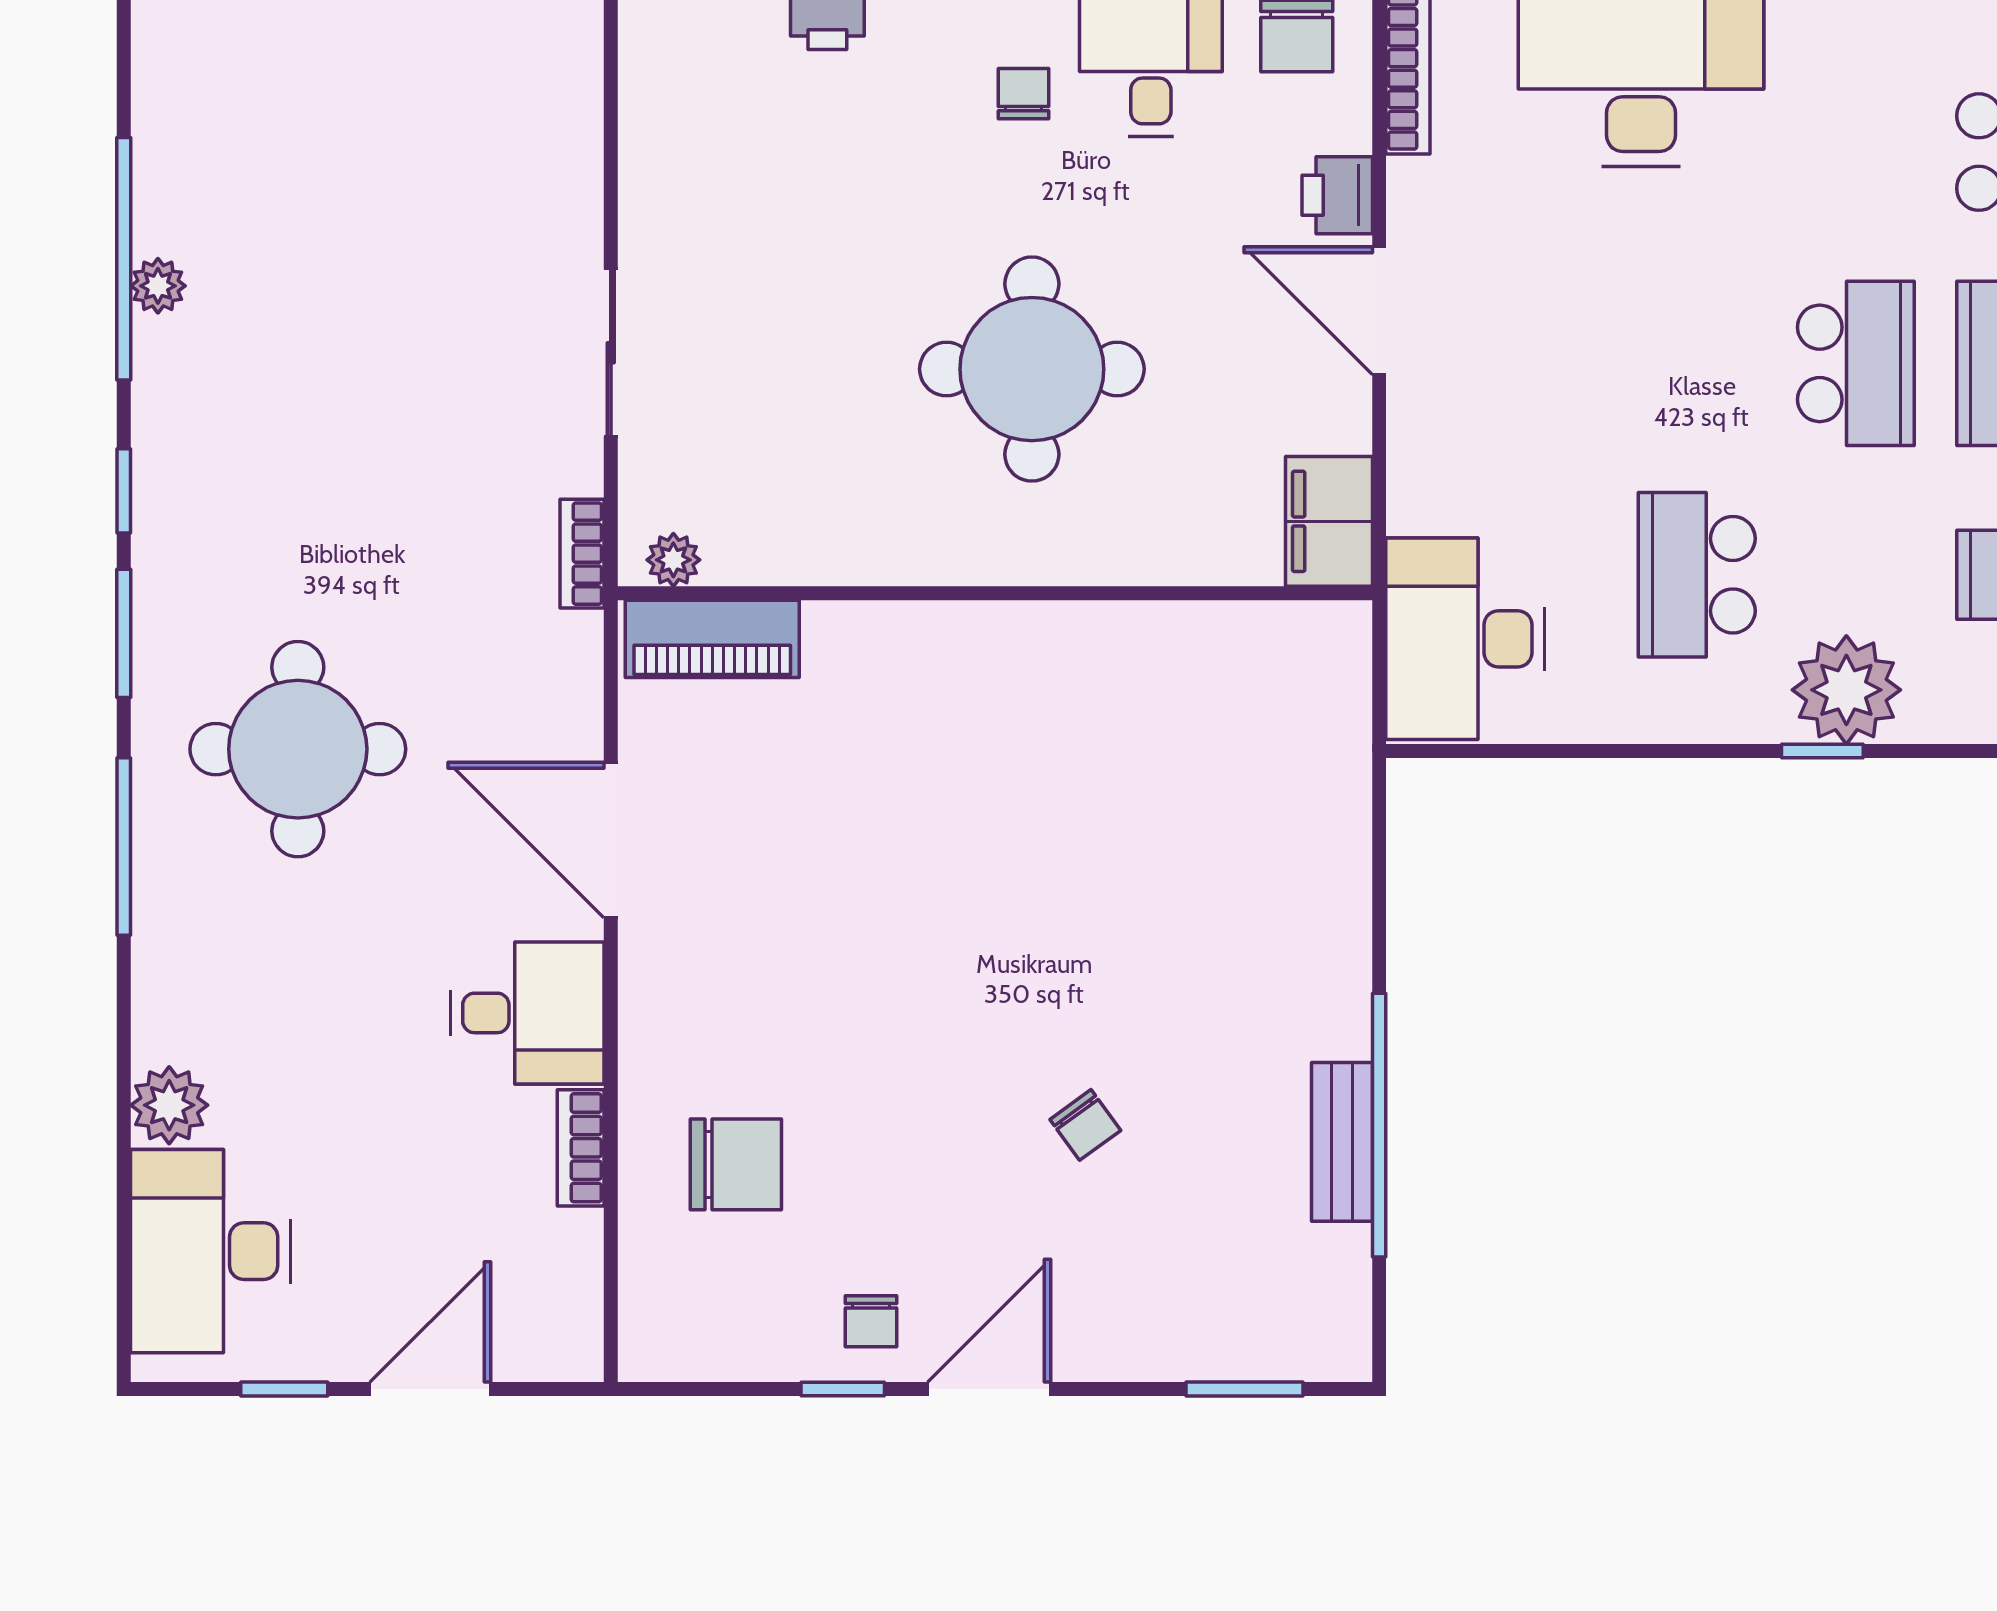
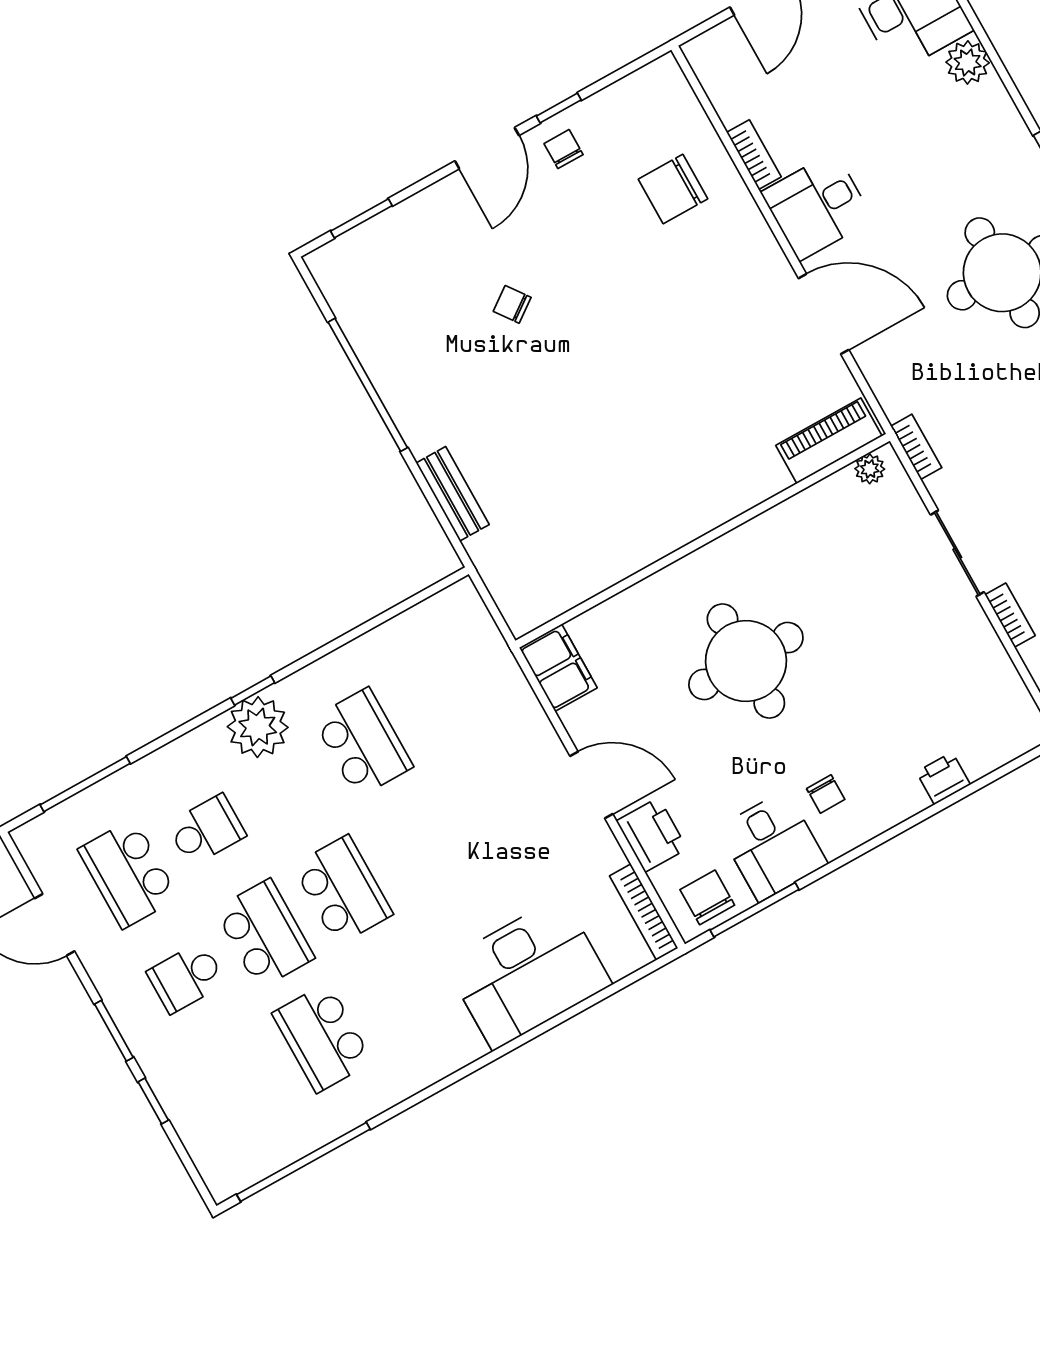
printer: (1337, 195) -> (652, 835), width x1.36, depth x1.24
bookcase: (582, 211) -> (1010, 615), added
school desk: (1856, 363) -> (343, 890), turned 180
desk: (1465, 639) -> (459, 647), removed
bench: (1342, 1142) -> (453, 494), moved

